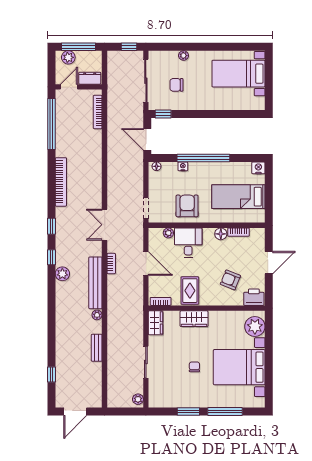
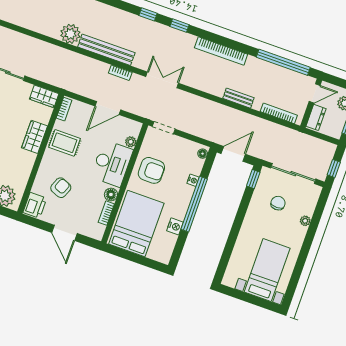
door: (69, 87) -> (315, 93), hinge flipped
nightstand: (258, 168) -> (175, 226), moved
bed: (238, 197) -> (136, 224), width x1.50
desk: (188, 243) -> (112, 163), width x1.37
plant: (62, 274) -> (127, 19), removed
plant: (97, 315) -> (70, 34), width x1.87, depth x1.87
bench: (97, 348) -> (238, 98), moved

